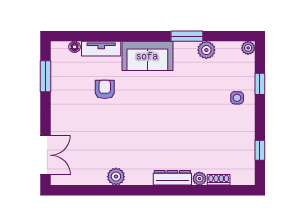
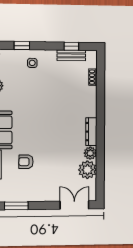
bench: (248, 150) -> (71, 55), added
dresser: (172, 178) -> (91, 132), moved
plant: (199, 179) -> (87, 170), moved, width x1.87, depth x1.87

